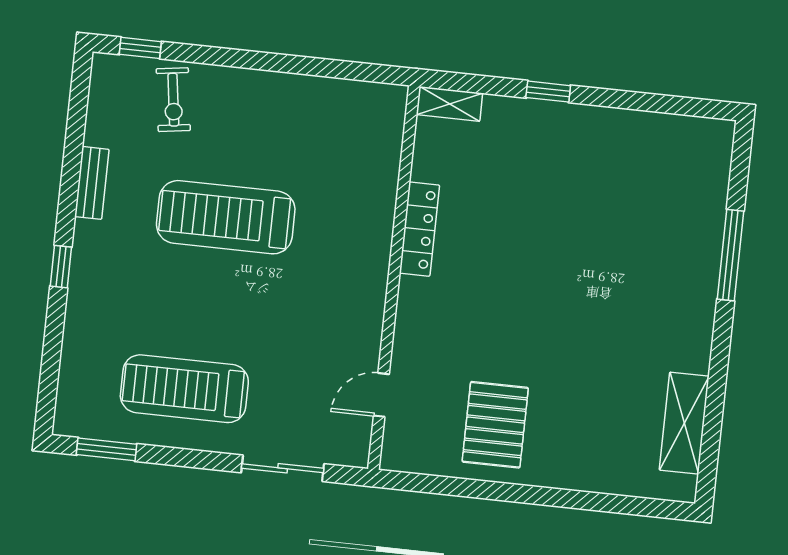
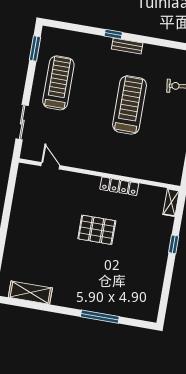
bench: (92, 183) -> (127, 46), moved
pallet: (495, 425) -> (97, 230), moved

